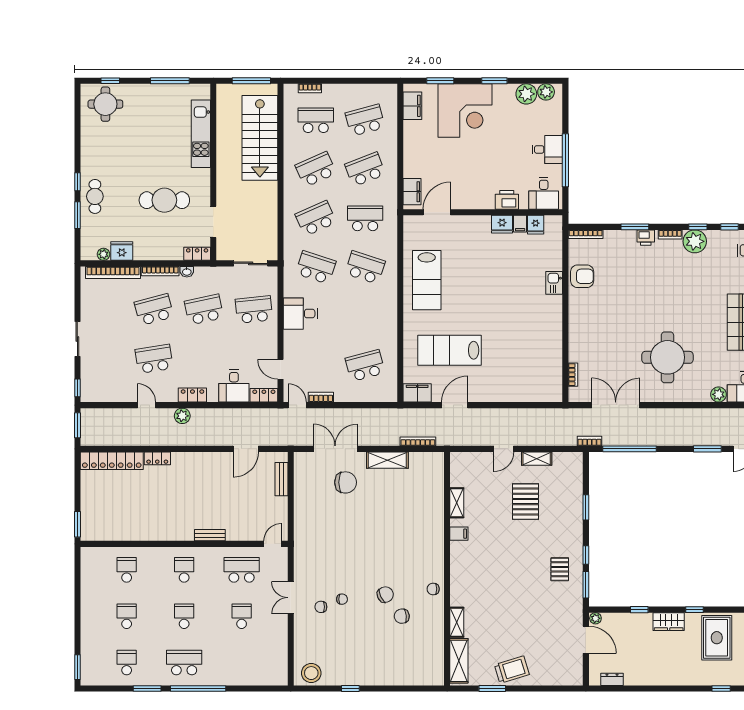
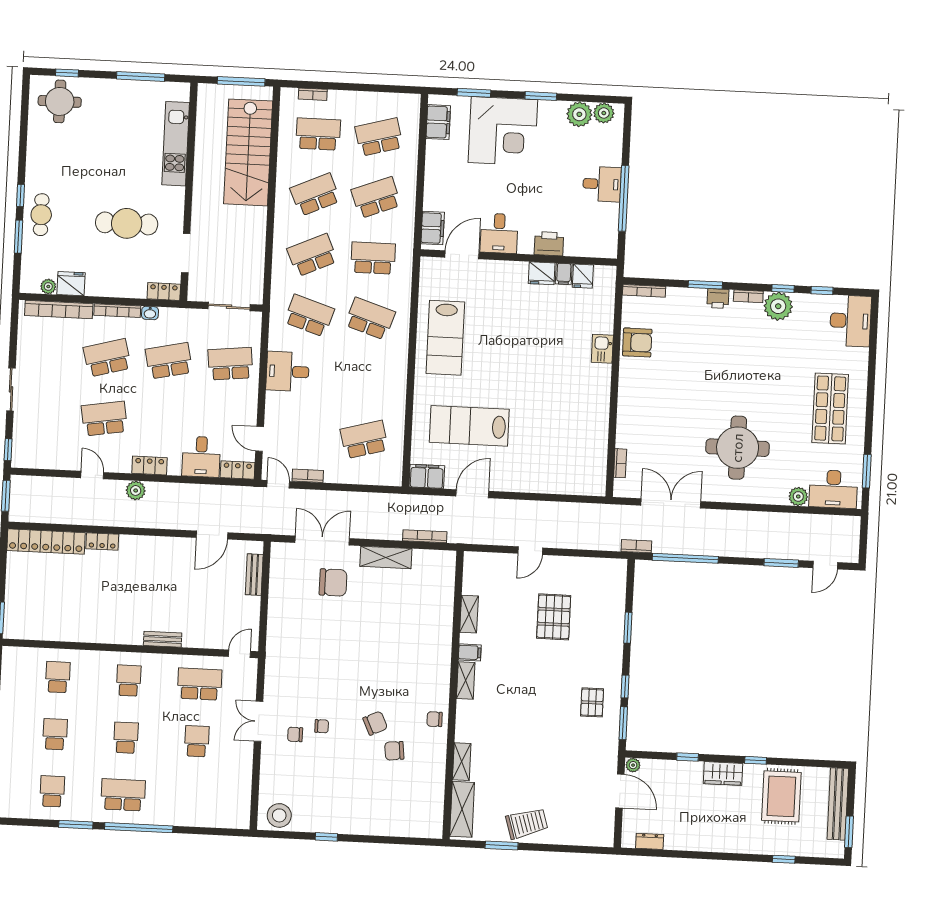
desk: (544, 193) -> (499, 233), moved
shelving: (537, 459) -> (466, 680), moved, turned 90

